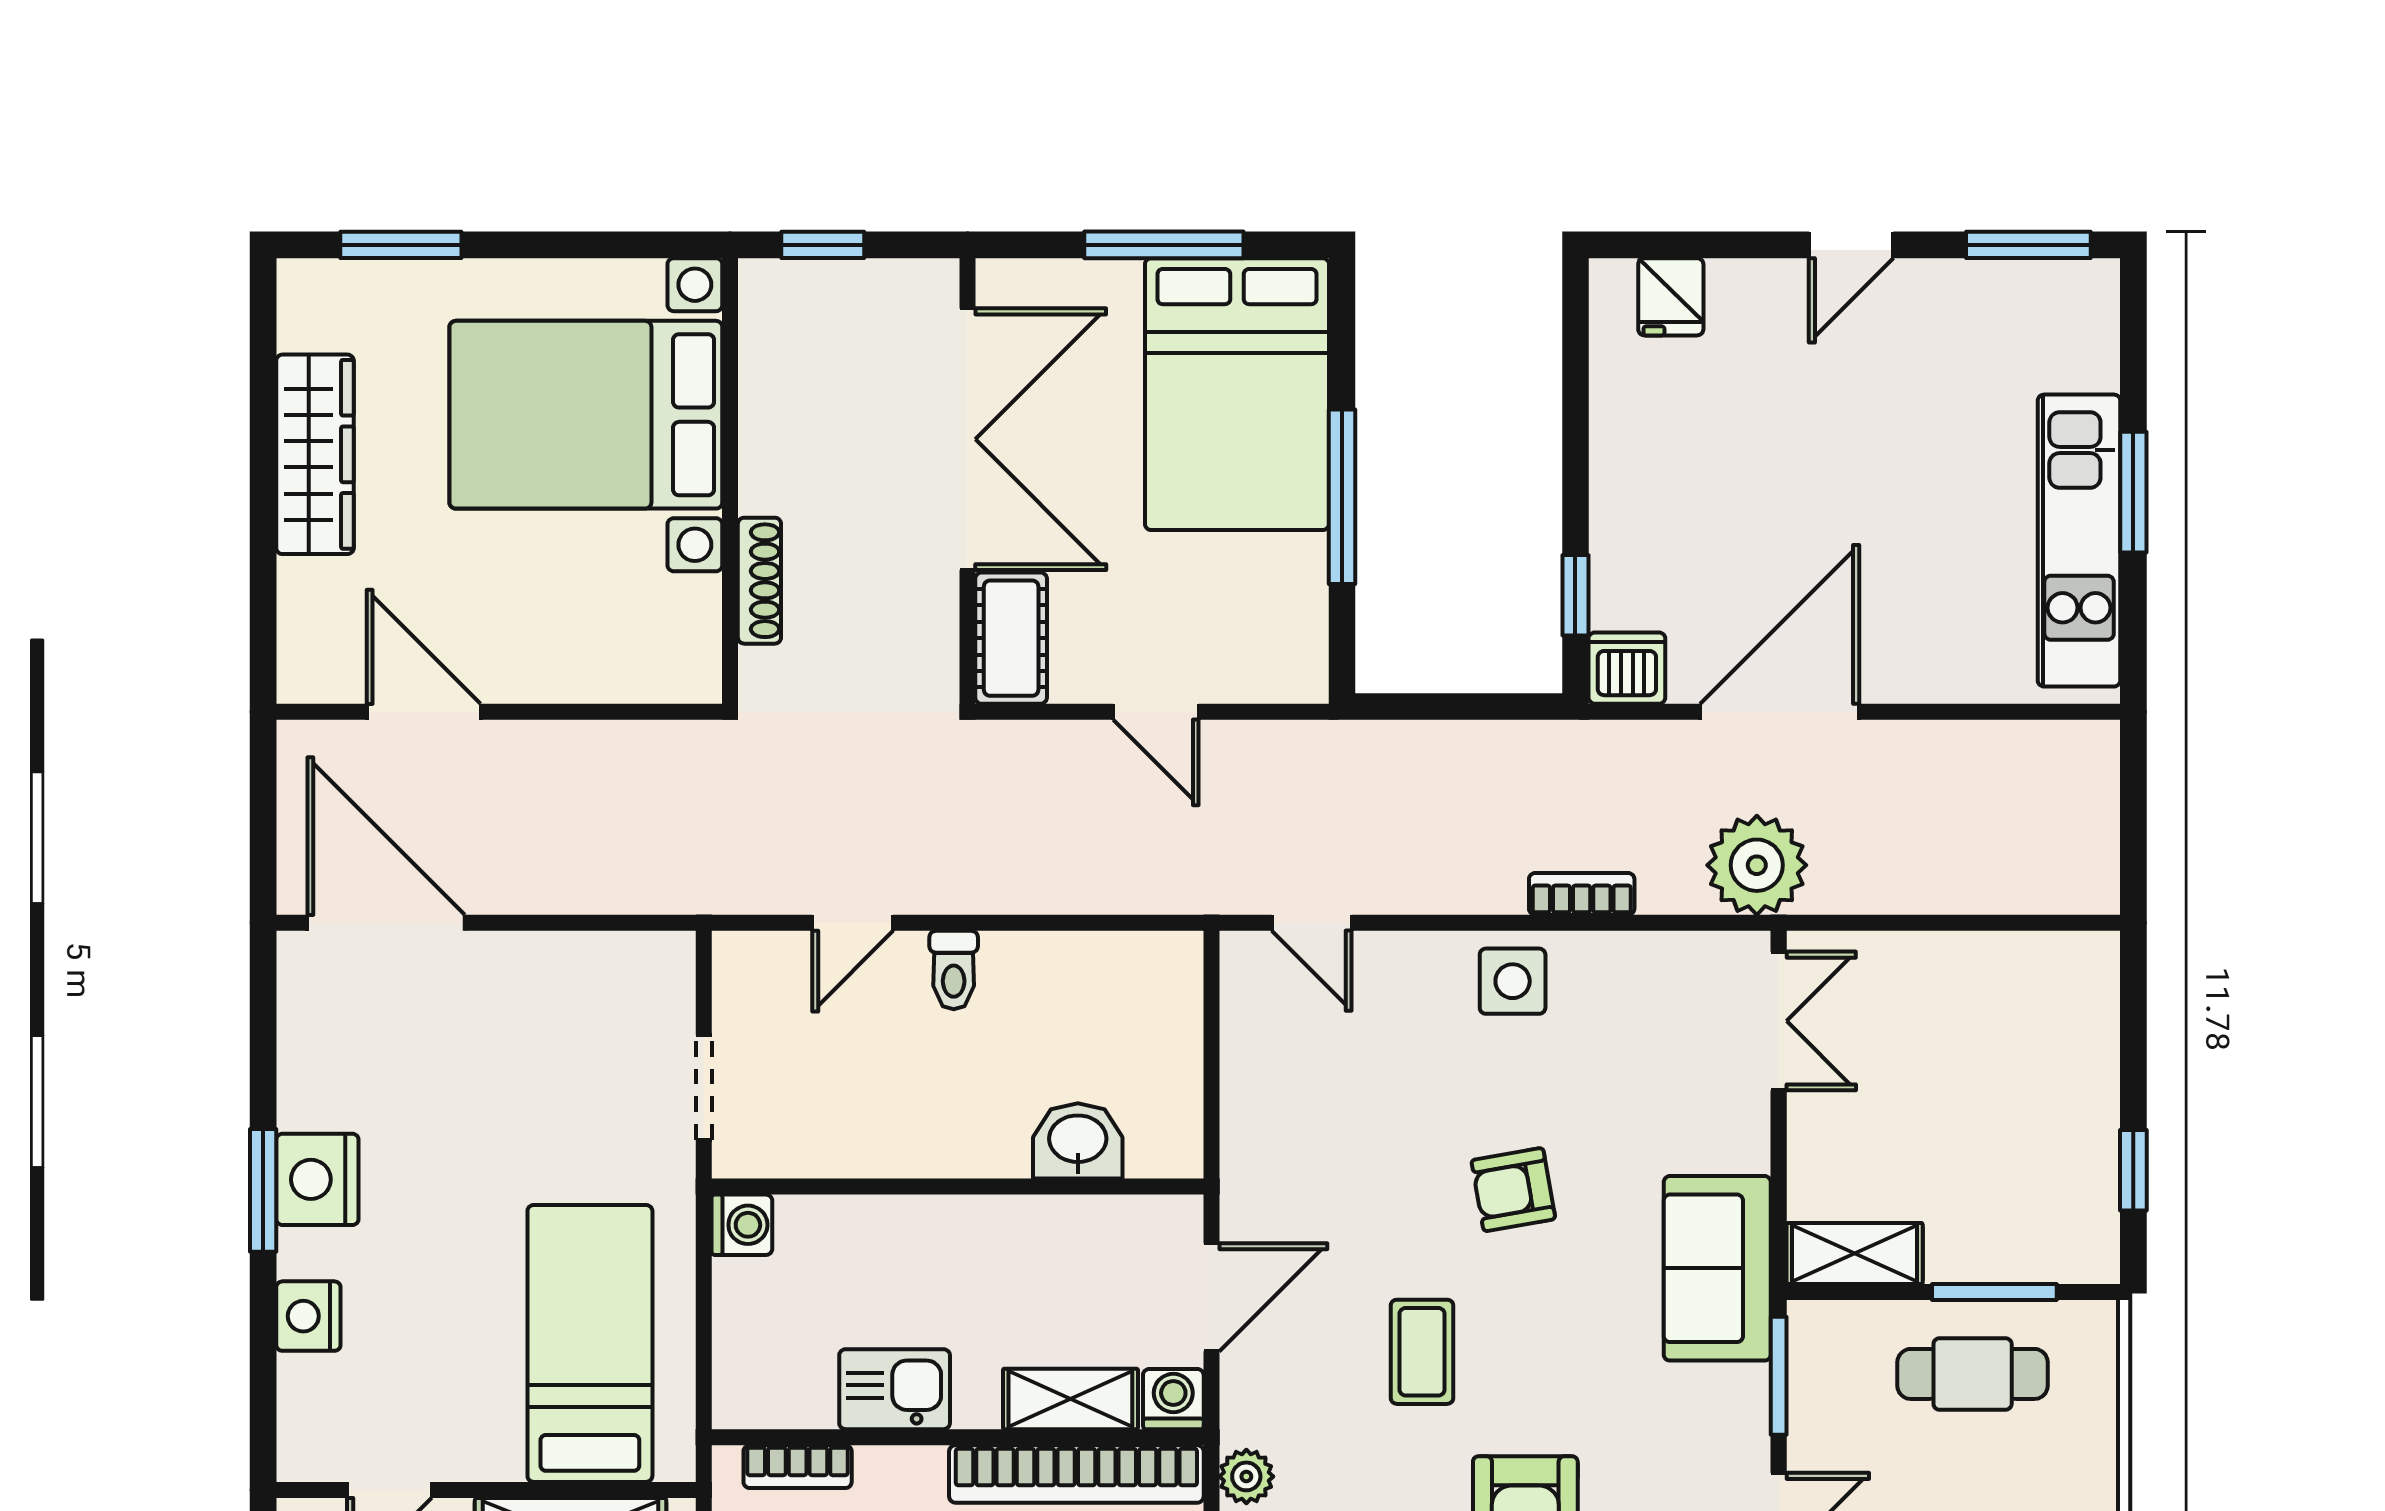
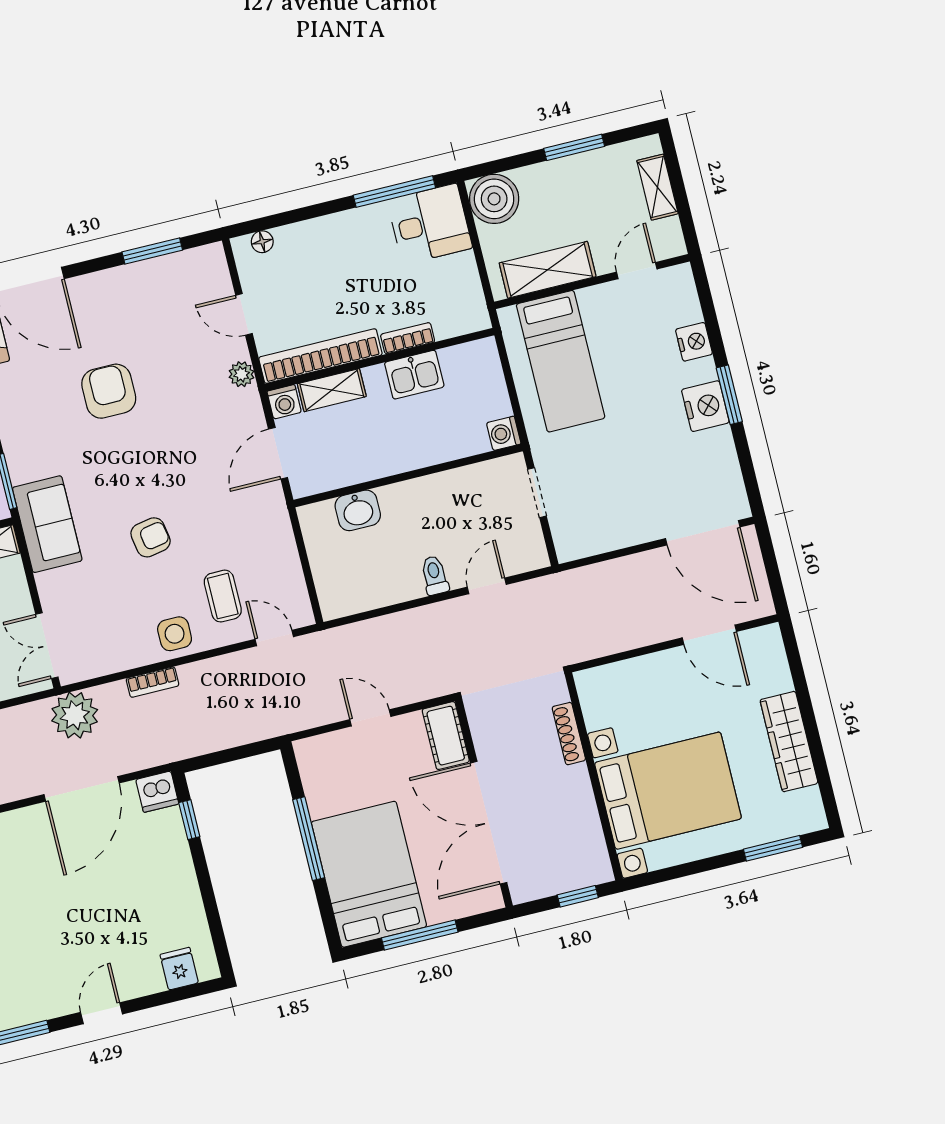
coffee table: (1422, 1352) -> (223, 596), moved
bookcase: (798, 1467) -> (408, 338), moved

